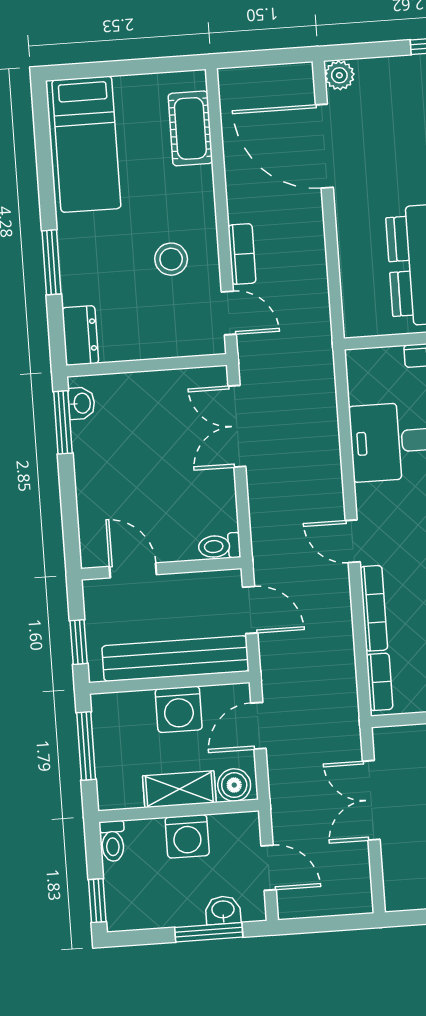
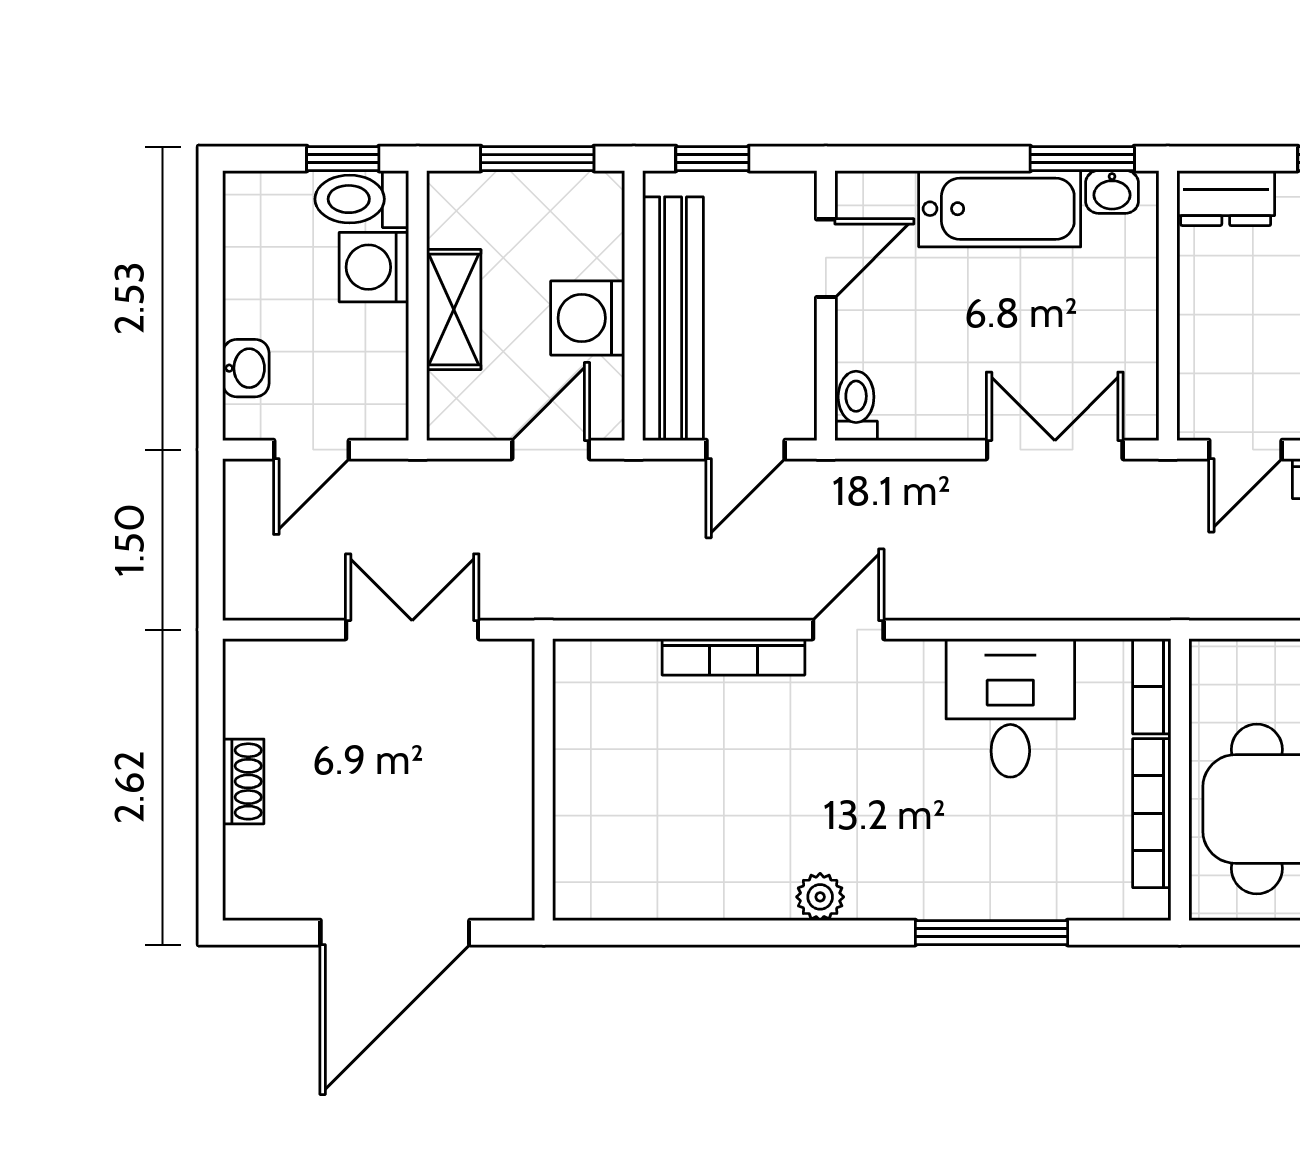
bathtub: (96, 469) -> (1000, 209), added
bookcase: (380, 682) -> (1152, 686), moved, turned 90
door: (258, 726) -> (551, 450), hinge flipped
boiler: (234, 785) -> (454, 402), removed
washing machine: (187, 836) -> (374, 267), moved
toilet: (113, 841) -> (362, 199), width x1.37, depth x1.39
window: (97, 901) -> (343, 159), moved
window: (209, 932) -> (211, 342), removed

